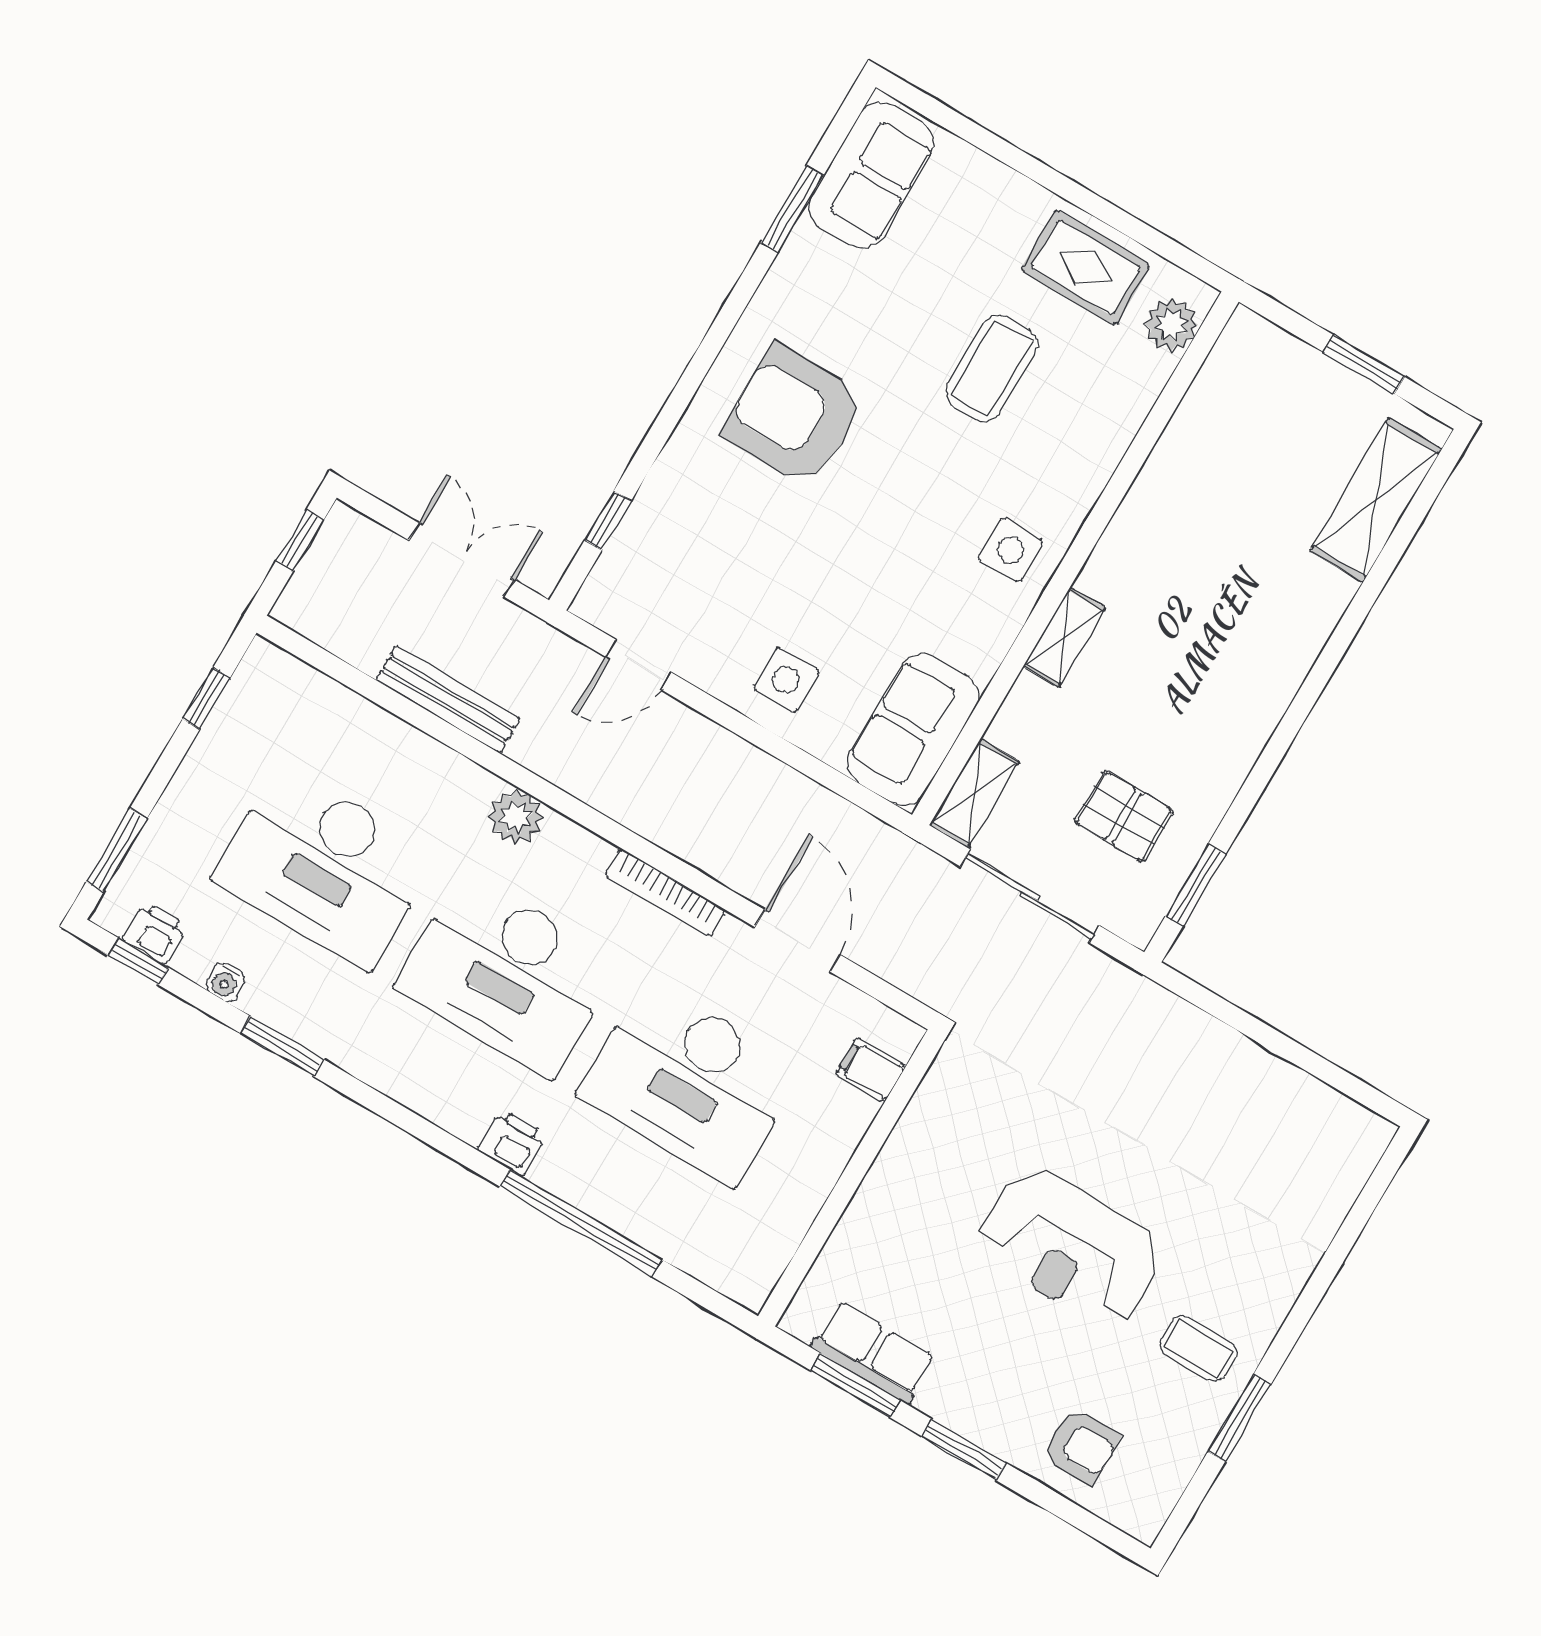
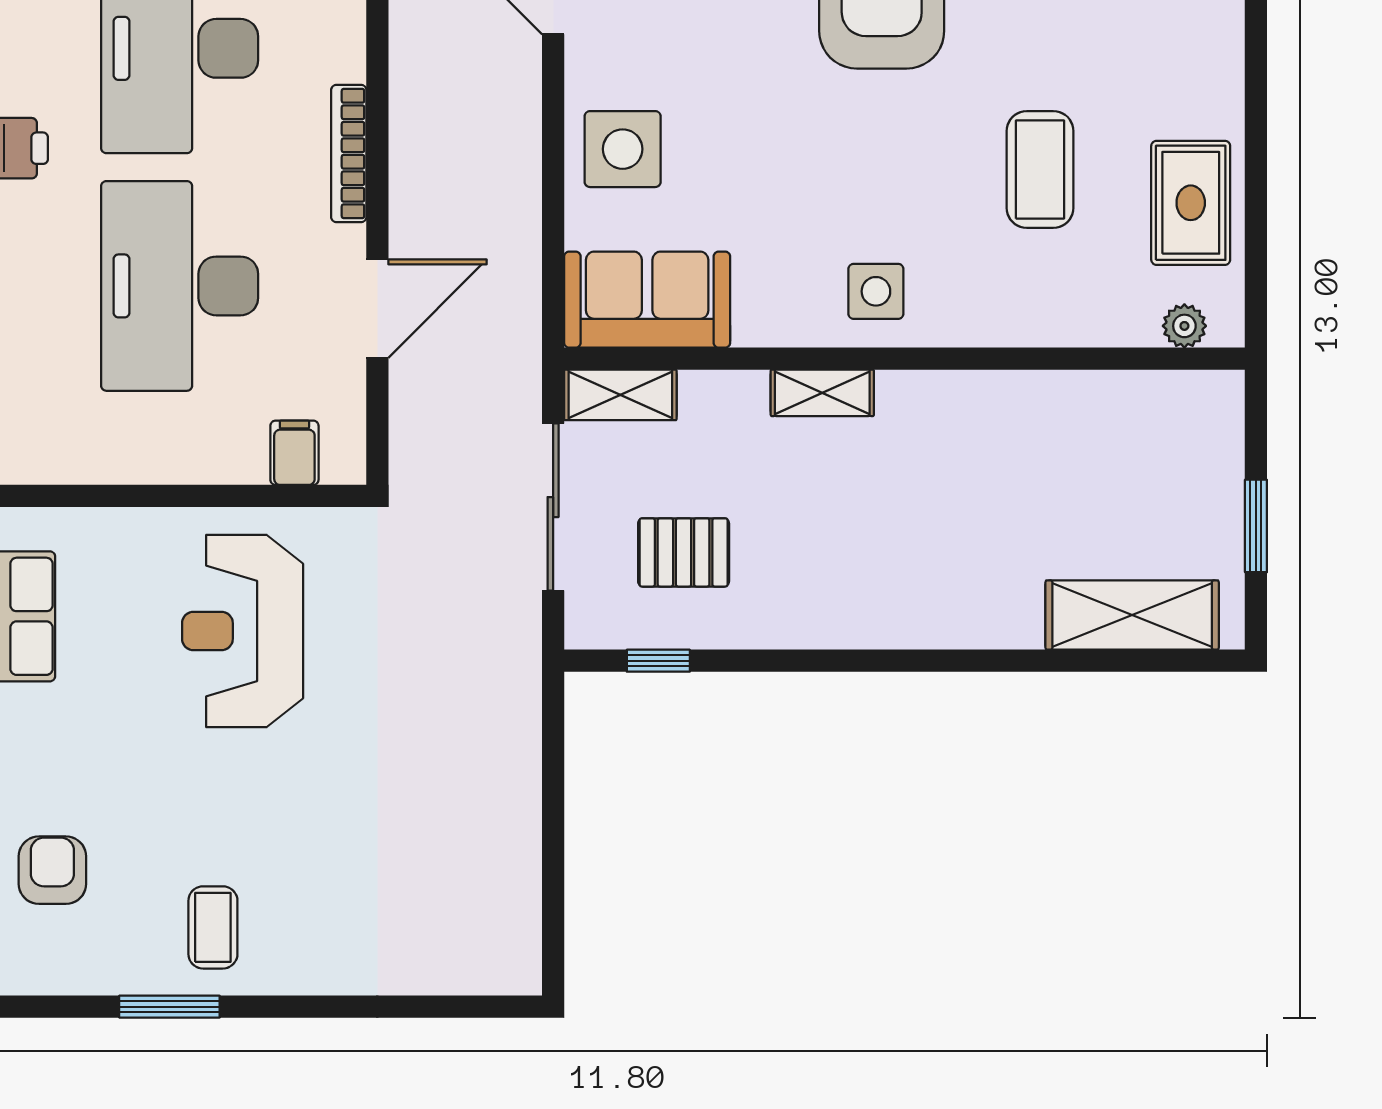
plant: (1171, 325) -> (1184, 326), width x0.73, depth x0.73
coffee table: (992, 368) -> (1040, 169), turned 90
side table: (786, 680) -> (623, 149), width x1.37, depth x1.37
pallet: (1124, 816) -> (684, 552), turned 90
window: (1196, 885) -> (658, 661), width x0.67
reception desk: (1070, 1248) -> (243, 631), moved
armchair: (1081, 1446) -> (52, 870), turned 180

